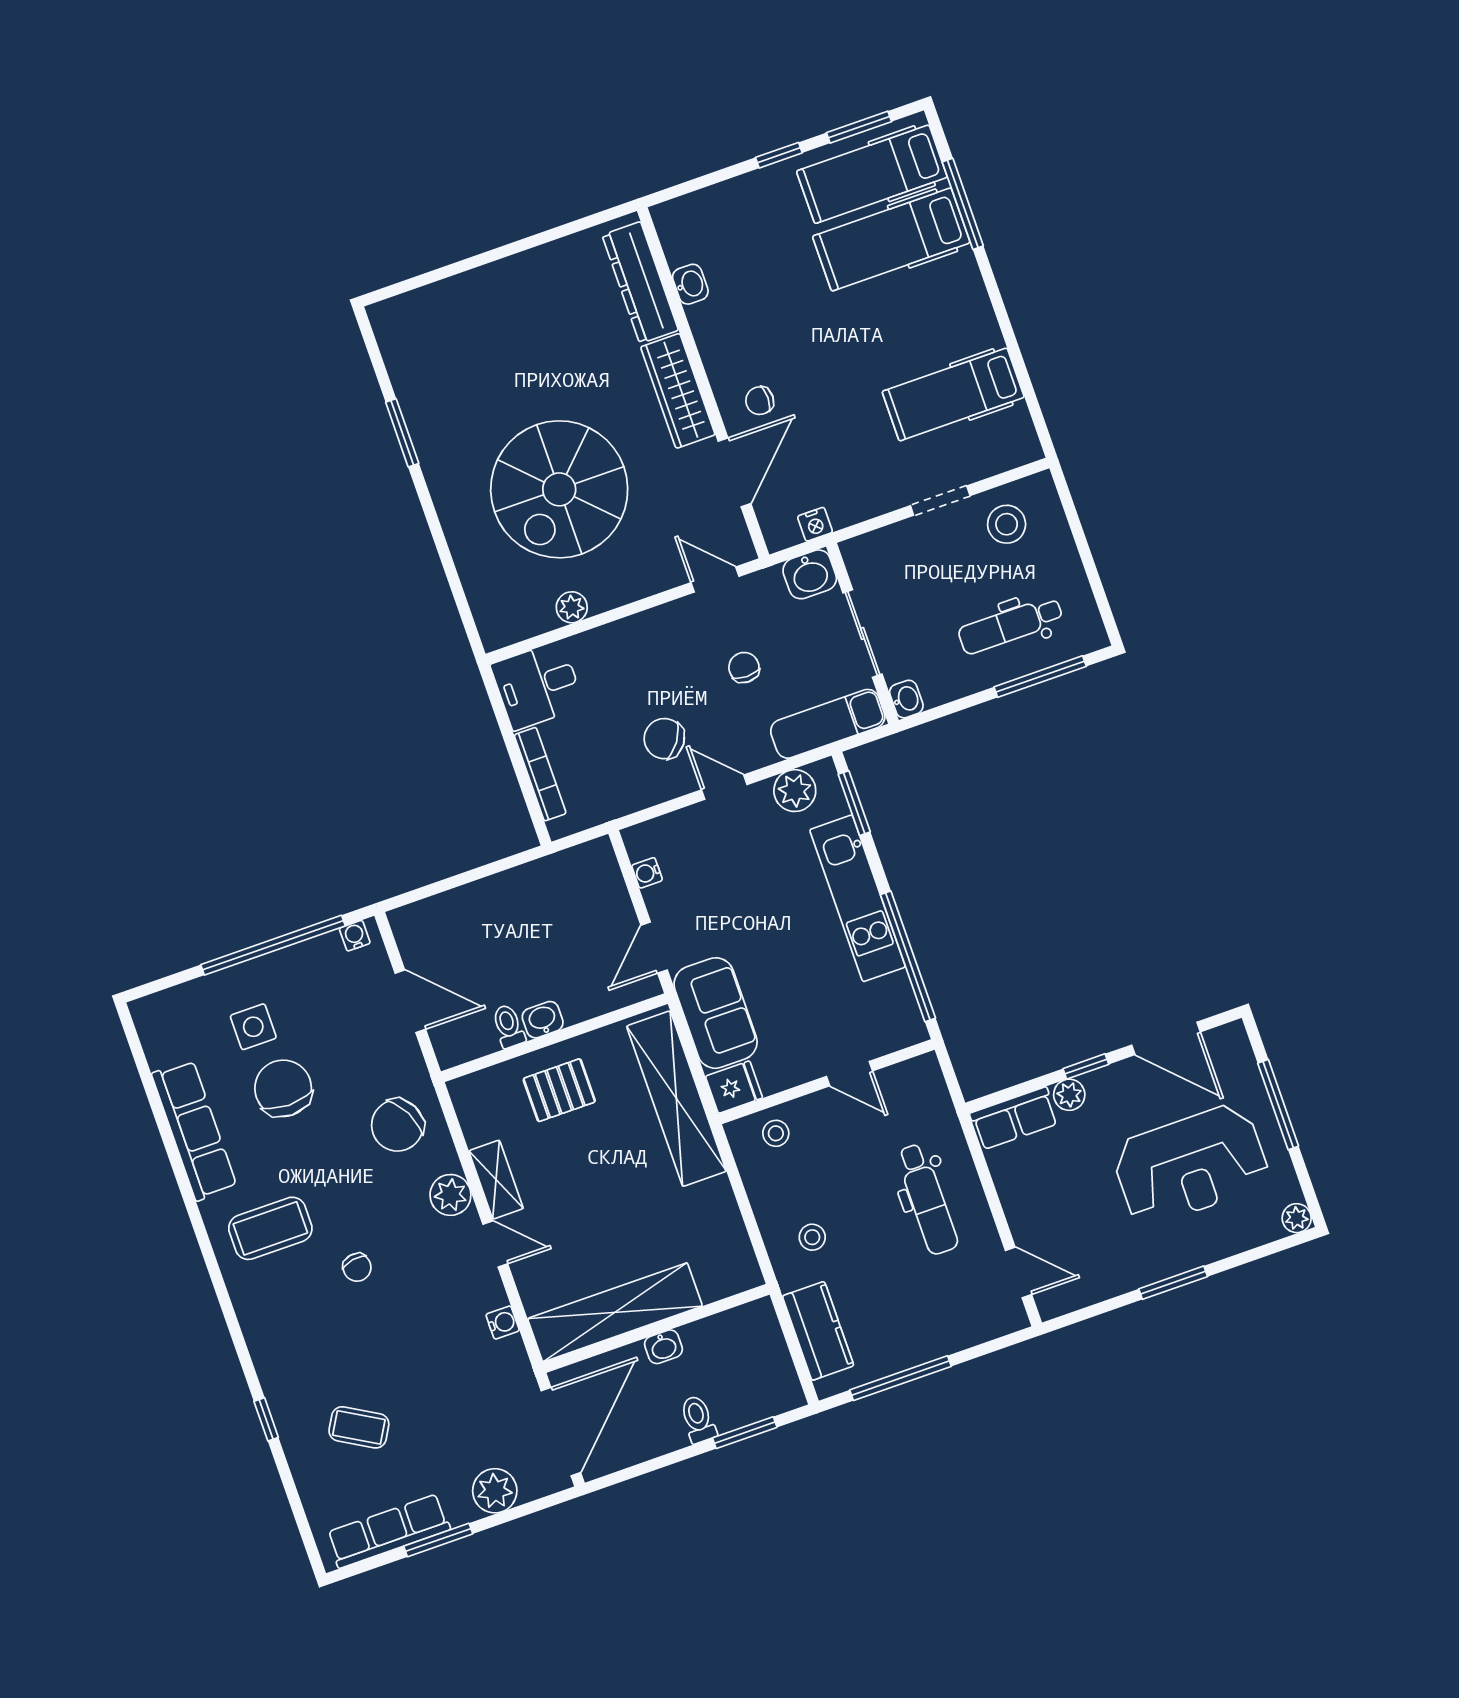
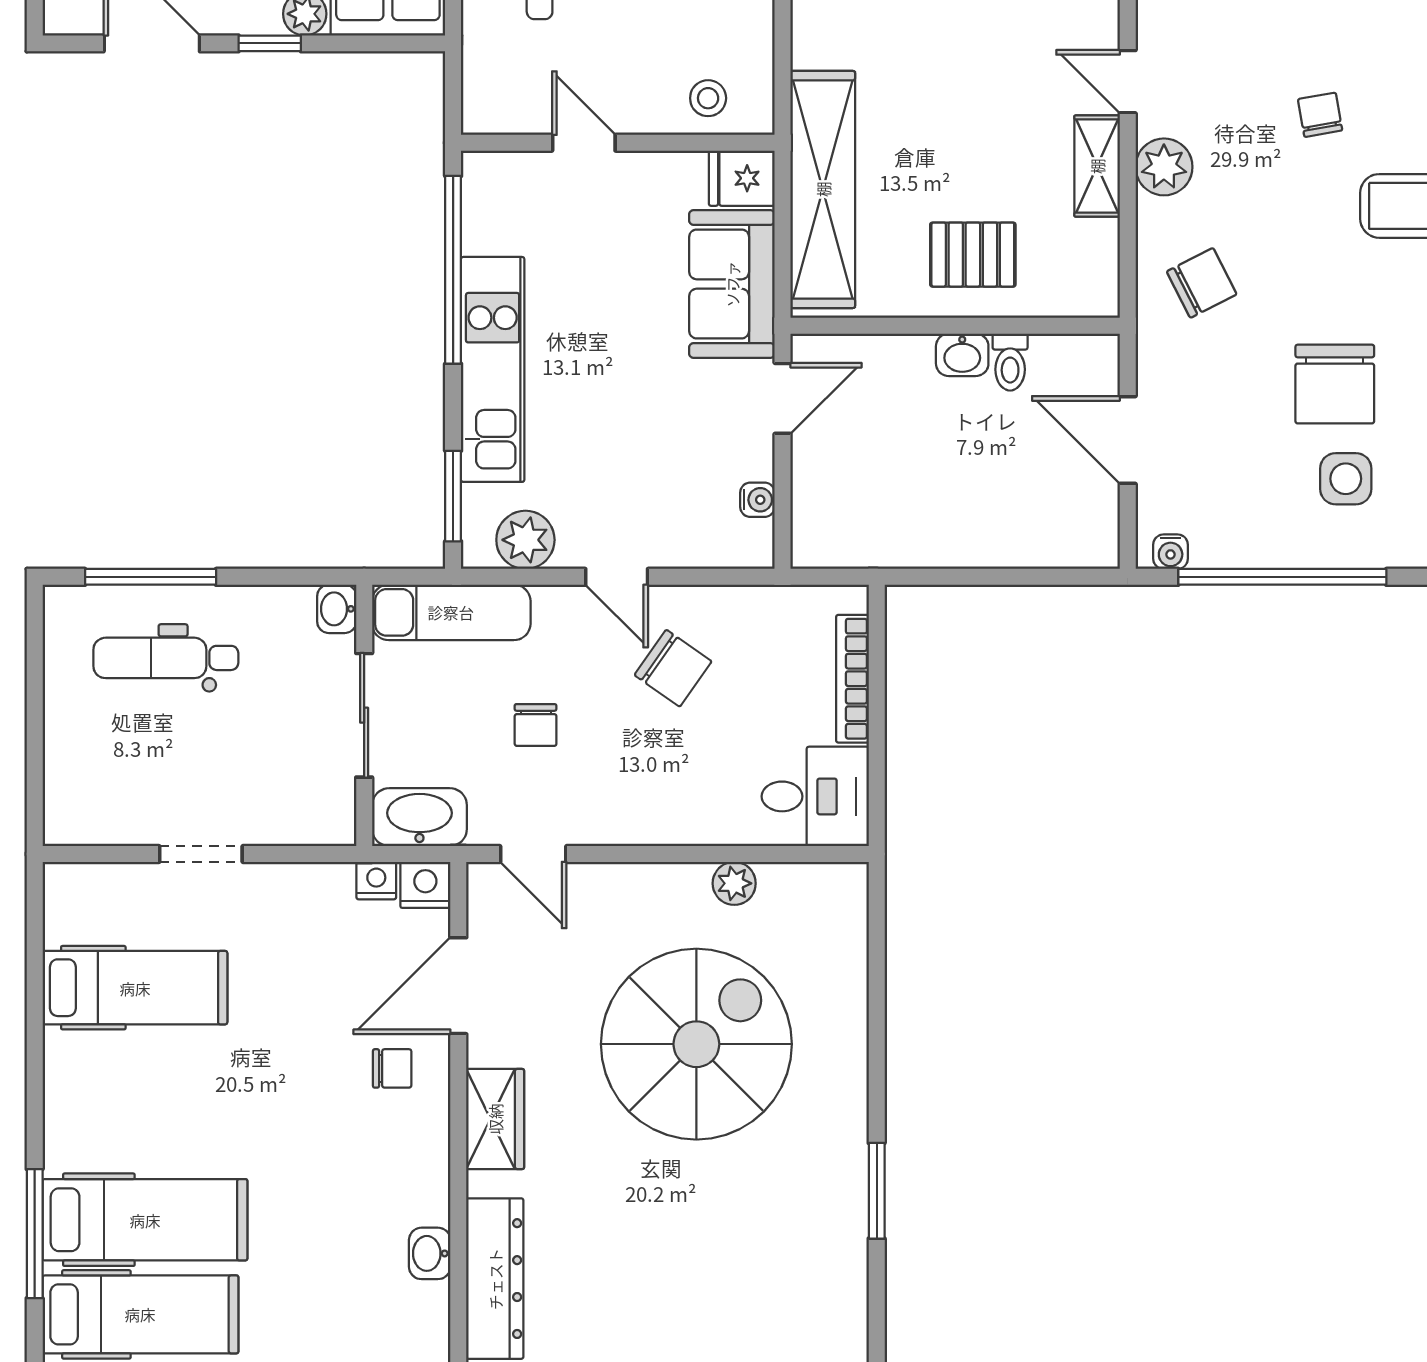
wardrobe: (678, 391) -> (495, 1119), width x0.67
stool: (1007, 524) -> (125, 792), removed
nightstand: (781, 533) -> (425, 885), added
washbasin: (810, 574) -> (419, 817), width x1.38
dental chair: (1011, 625) -> (166, 658), turned 180
chair: (397, 1125) -> (1202, 283), width x0.73, depth x0.73

